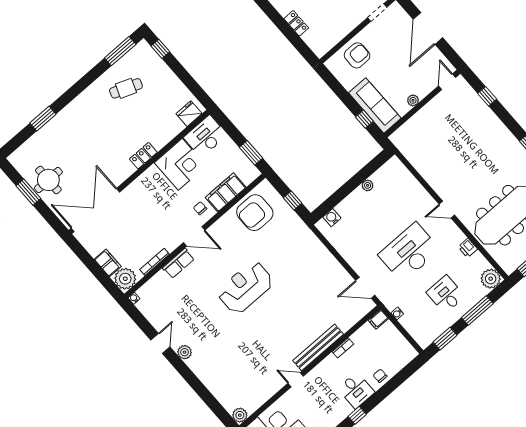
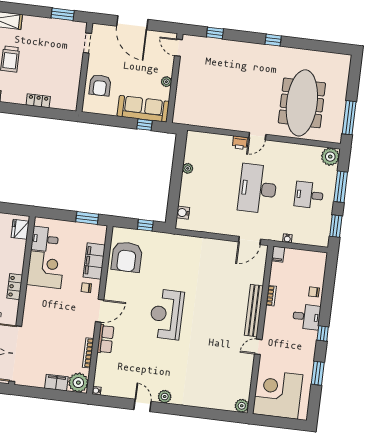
armchair: (357, 55) -> (100, 85), turned 180
desk: (205, 136) -> (45, 239), width x0.73
printer: (468, 248) -> (240, 143), moved

